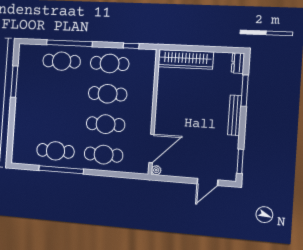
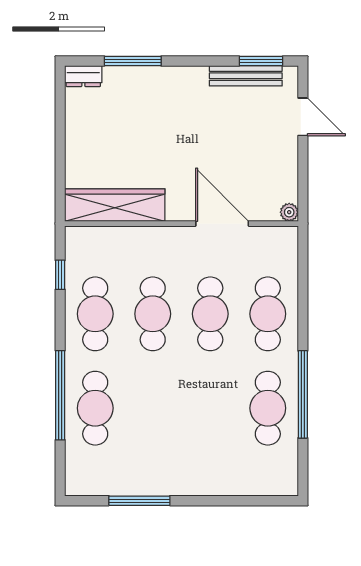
wardrobe: (186, 59) -> (115, 205), moved, turned -90
bench: (235, 115) -> (246, 76), moved
door: (152, 149) -> (222, 224), moved

